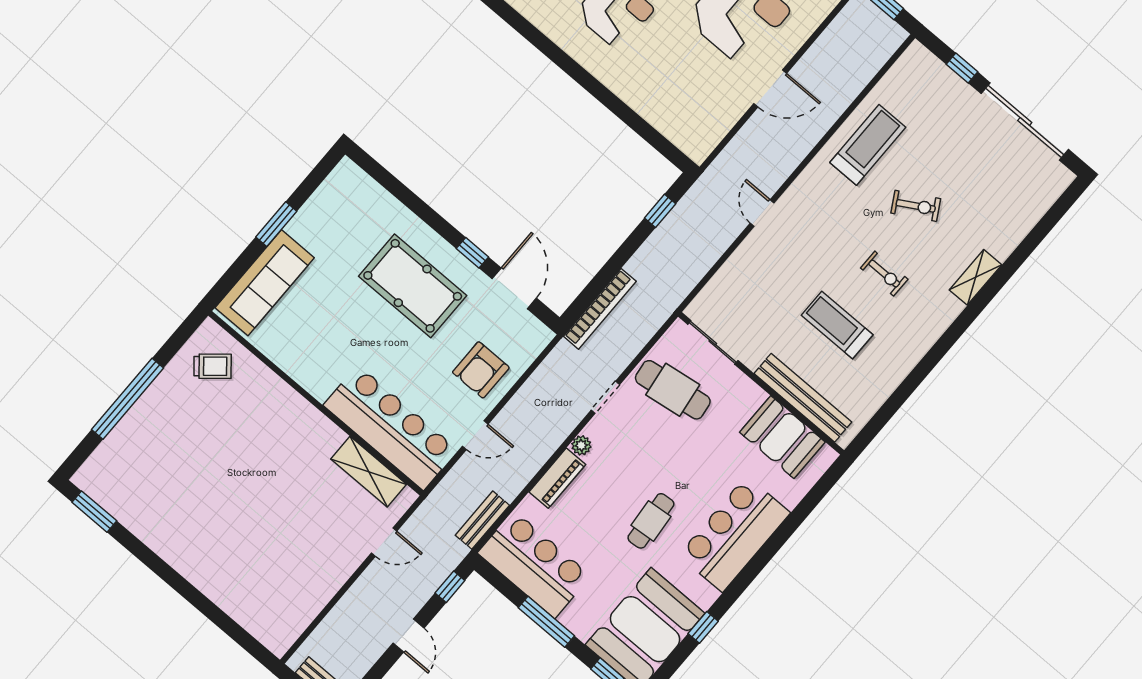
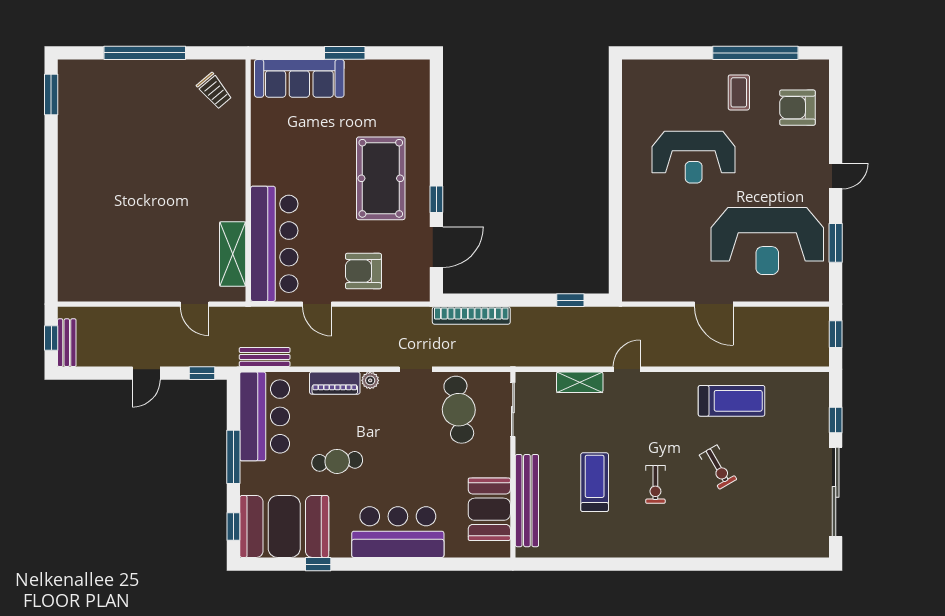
shelving: (976, 277) -> (580, 382), moved
cafe table: (651, 521) -> (337, 461), moved

